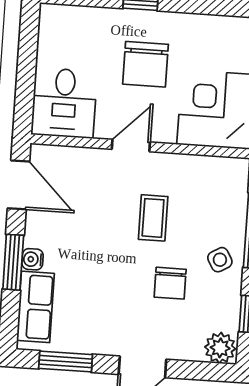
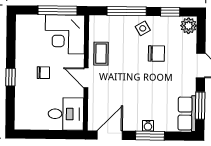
chair: (146, 64) -> (43, 73), width x0.54, depth x0.54
coffee table: (153, 218) -> (101, 54), moved, turned 90
row of seats: (35, 307) -> (187, 114), moved, turned -90

